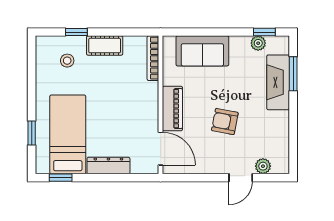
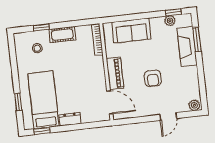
armchair: (225, 121) -> (153, 78), turned -101
dresser: (108, 166) -> (70, 119), width x0.70
plant: (263, 166) -> (194, 105), moved

